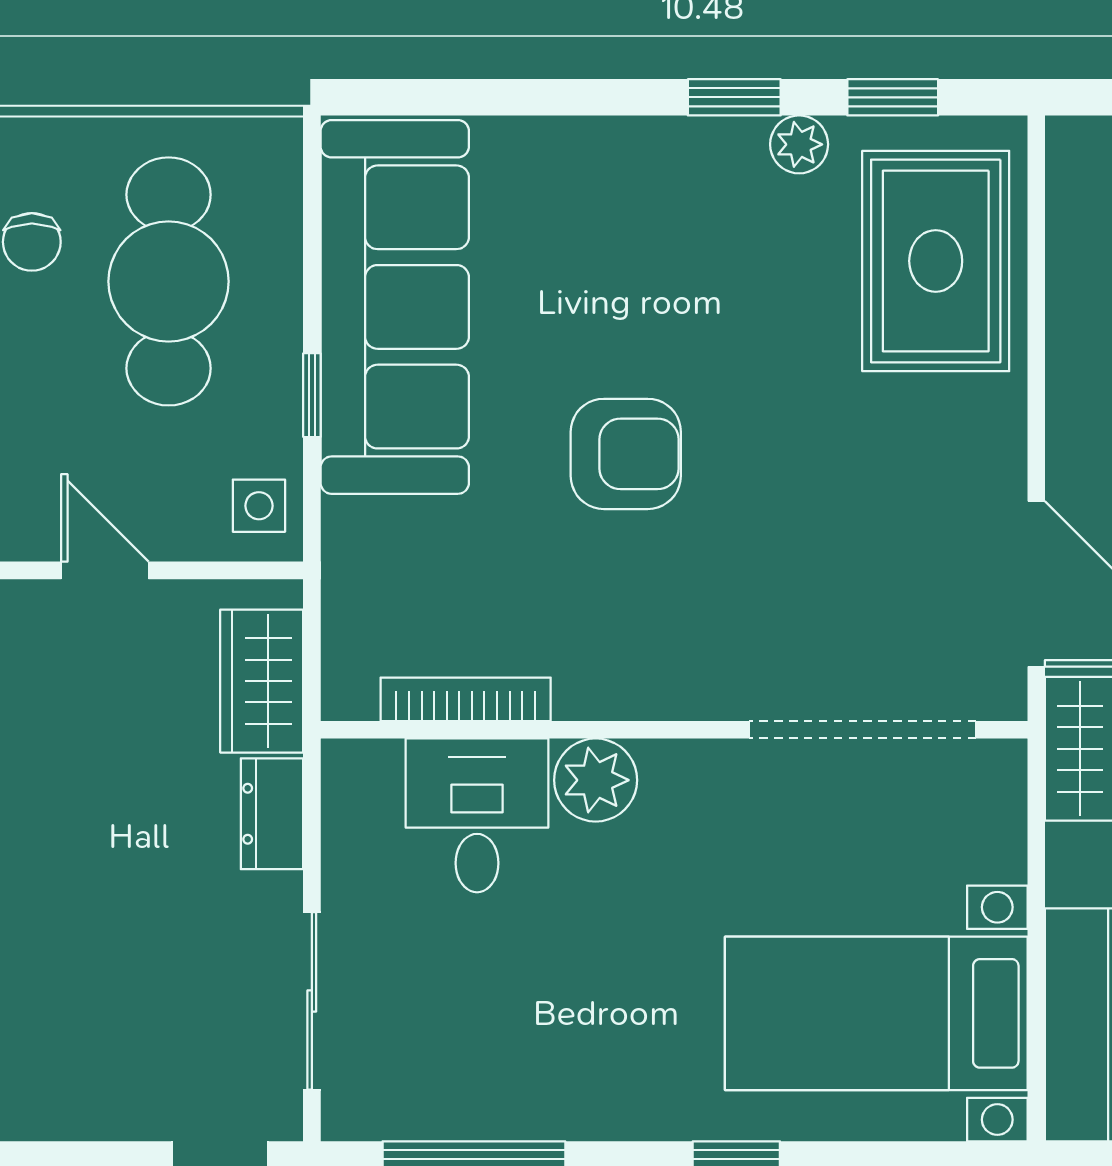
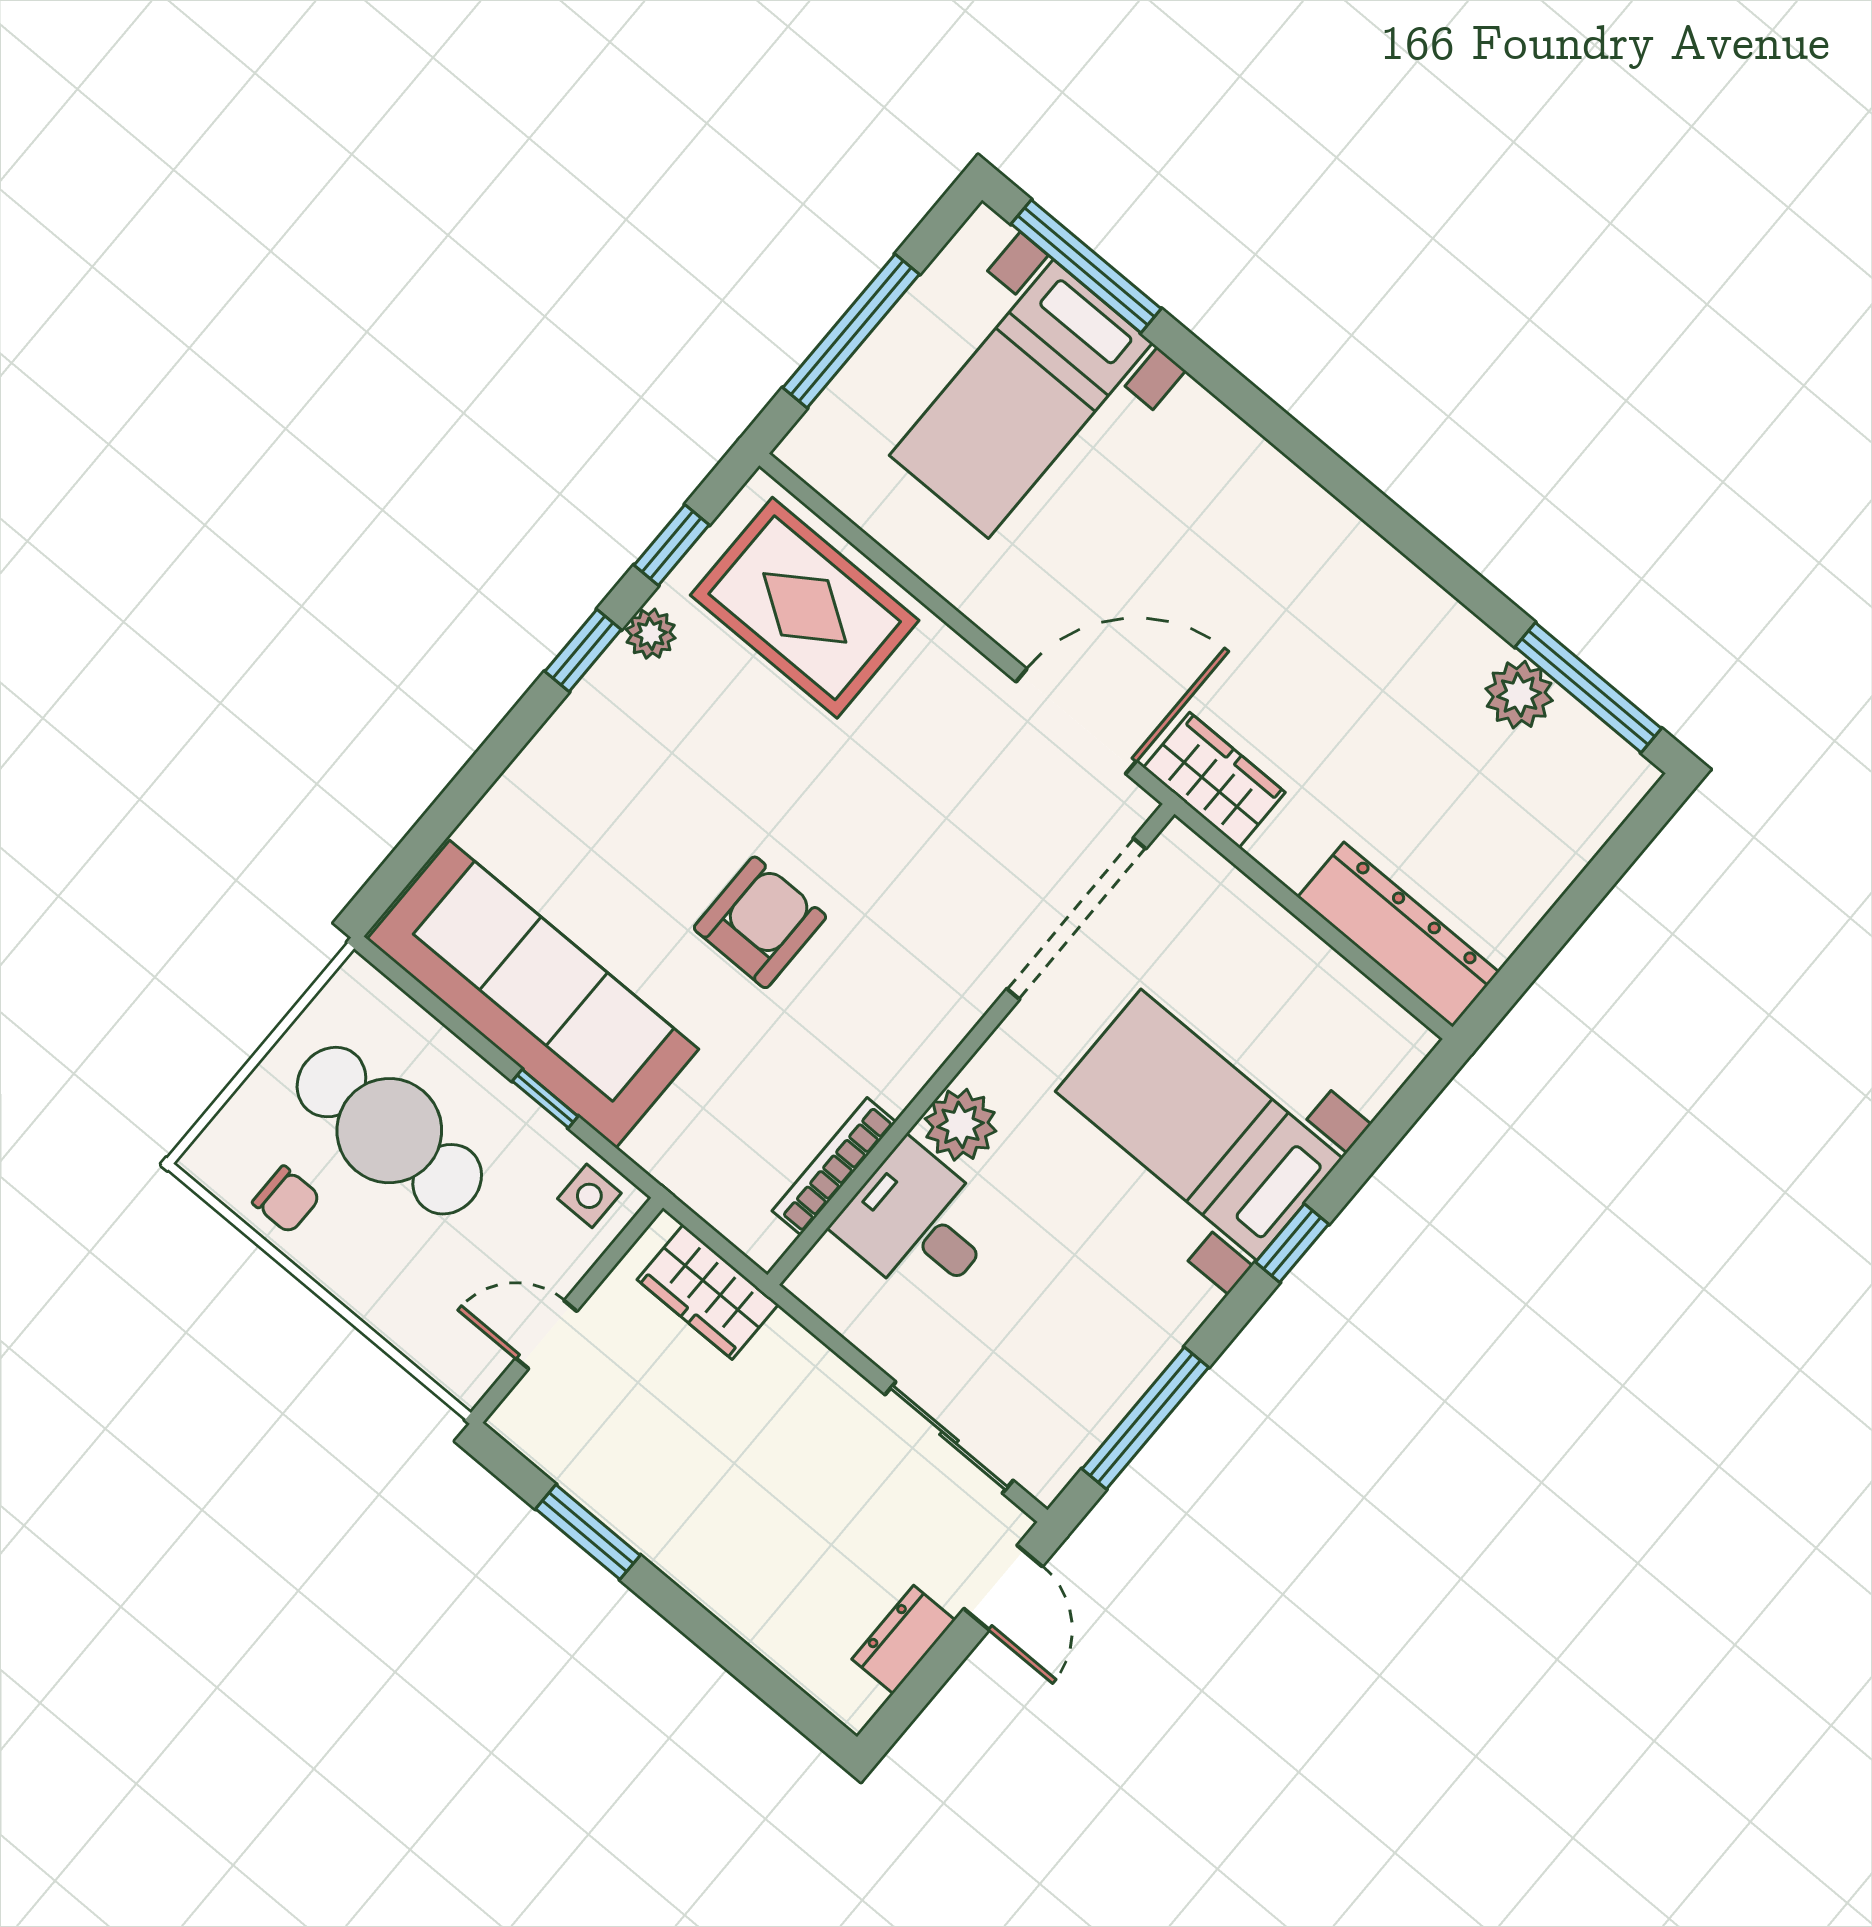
dresser: (272, 814) -> (903, 1640), moved, turned 90
bed with nightstands: (876, 1013) -> (1199, 1125), moved, turned 90

